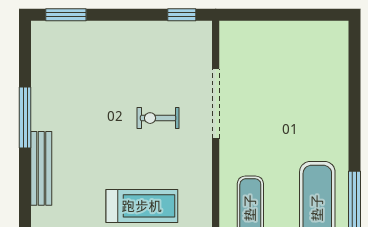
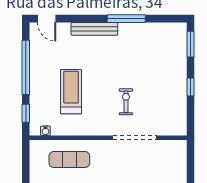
window: (182, 15) -> (191, 87), moved
treadmill: (142, 206) -> (71, 92), turned 180

